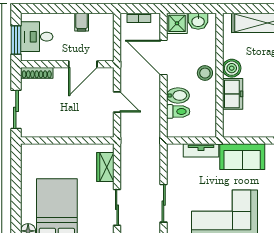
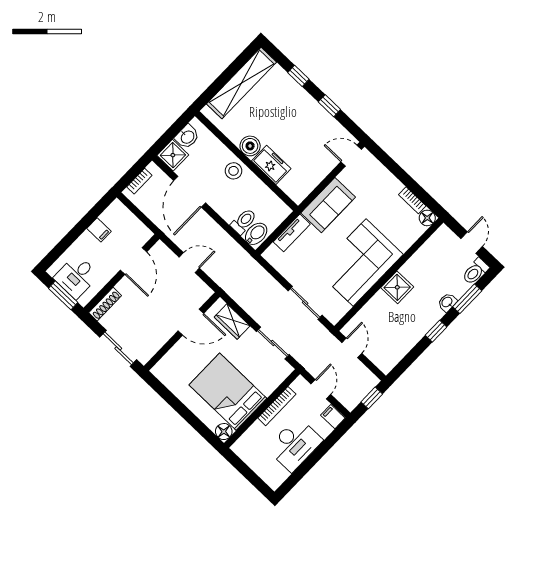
door: (164, 57) -> (190, 192), hinge flipped
bidet: (178, 95) -> (256, 234), moved
door: (79, 140) -> (191, 322), added

